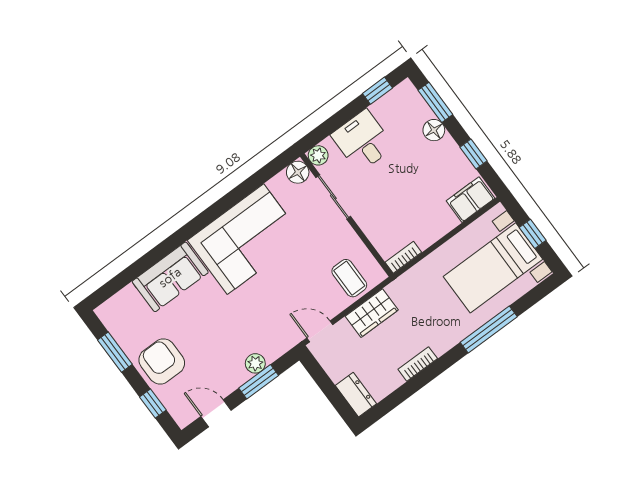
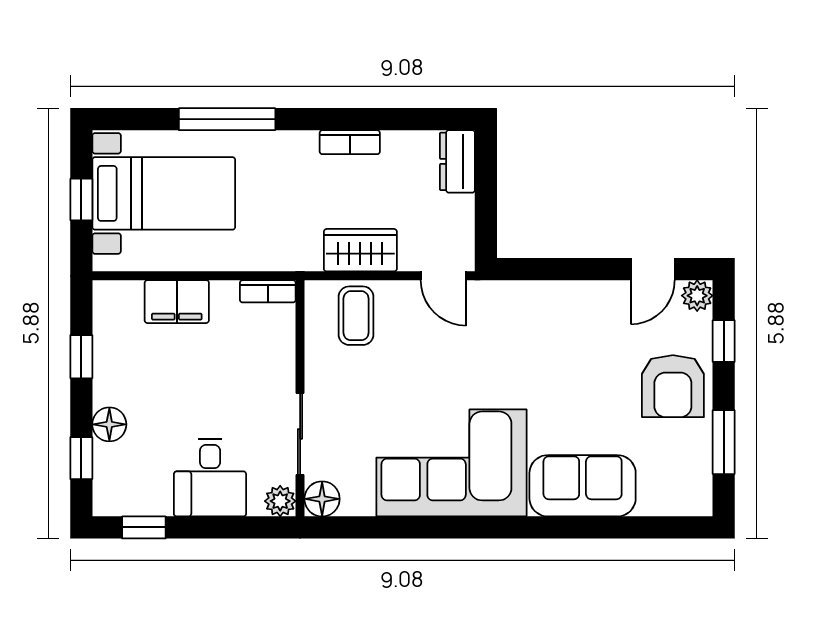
window: (435, 102) -> (81, 458), width x0.67
filing cabinet: (470, 200) -> (177, 302), moved
plant: (255, 363) -> (697, 296), moved
window: (259, 382) -> (569, 269), removed
door: (216, 413) -> (653, 269), hinge flipped

